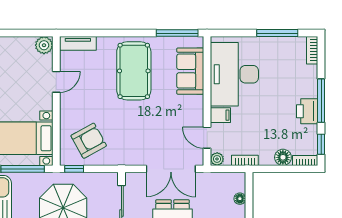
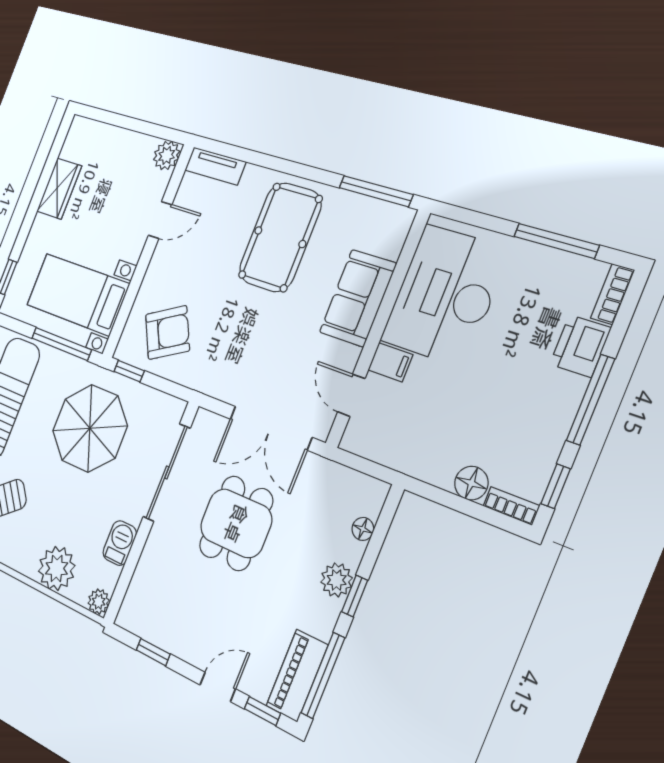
sofa: (190, 71) -> (358, 298), moved
printer: (307, 111) -> (580, 346), moved
plant: (217, 159) -> (353, 440), removed
bookcase: (245, 160) -> (400, 461), removed

